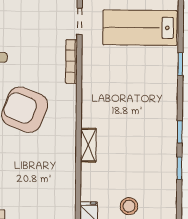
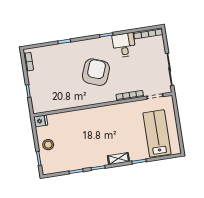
shelving: (88, 145) -> (118, 159), moved

